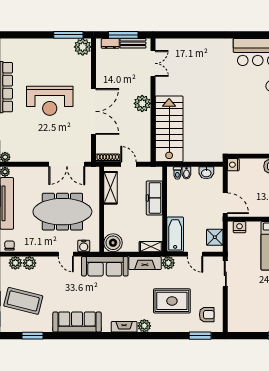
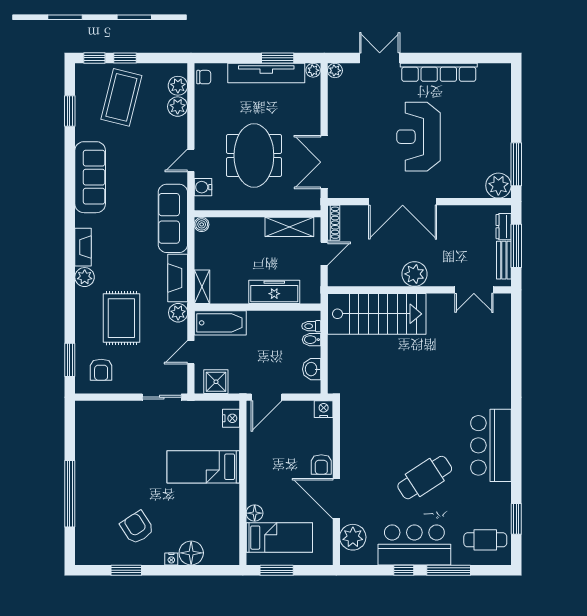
meeting table: (62, 212) -> (254, 156), width x0.73
boiler: (113, 243) -> (202, 224), width x0.54, depth x0.54

